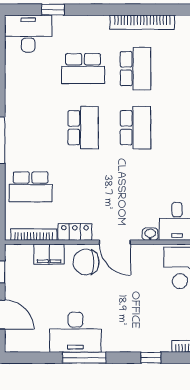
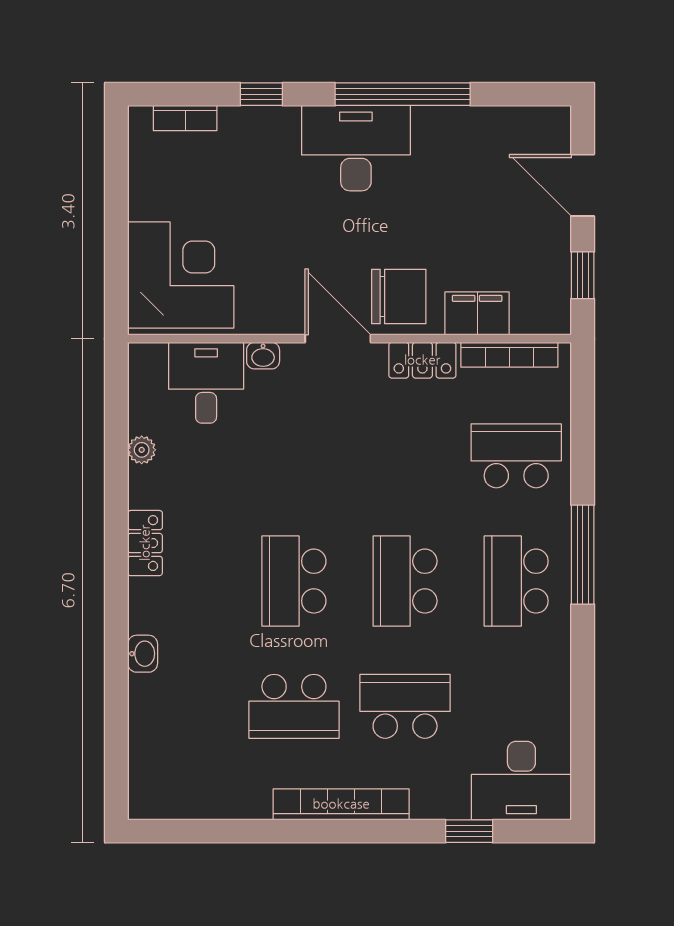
bookcase: (142, 22) -> (341, 804), moved
school desk: (136, 69) -> (294, 706), turned -90
school desk: (31, 128) -> (516, 581), added
desk: (76, 332) -> (356, 148), moved
window: (84, 358) -> (403, 94), width x1.46

